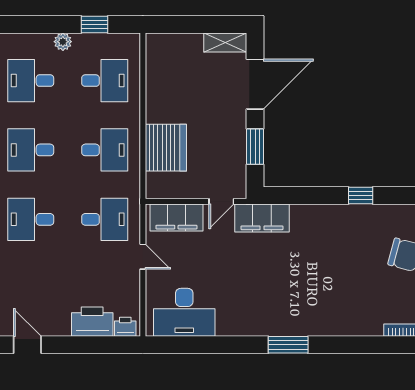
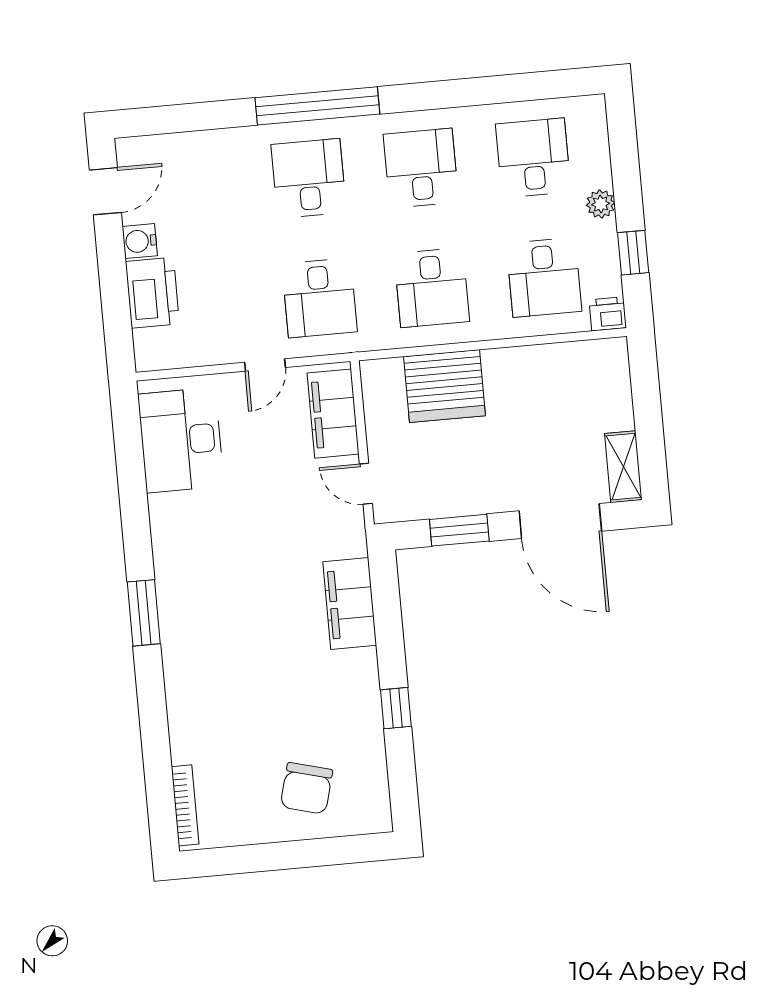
filing cabinet: (262, 218) -> (350, 604), moved
water cooler: (60, 327) -> (140, 241), added
printer: (125, 327) -> (608, 314), moved, turned -90

